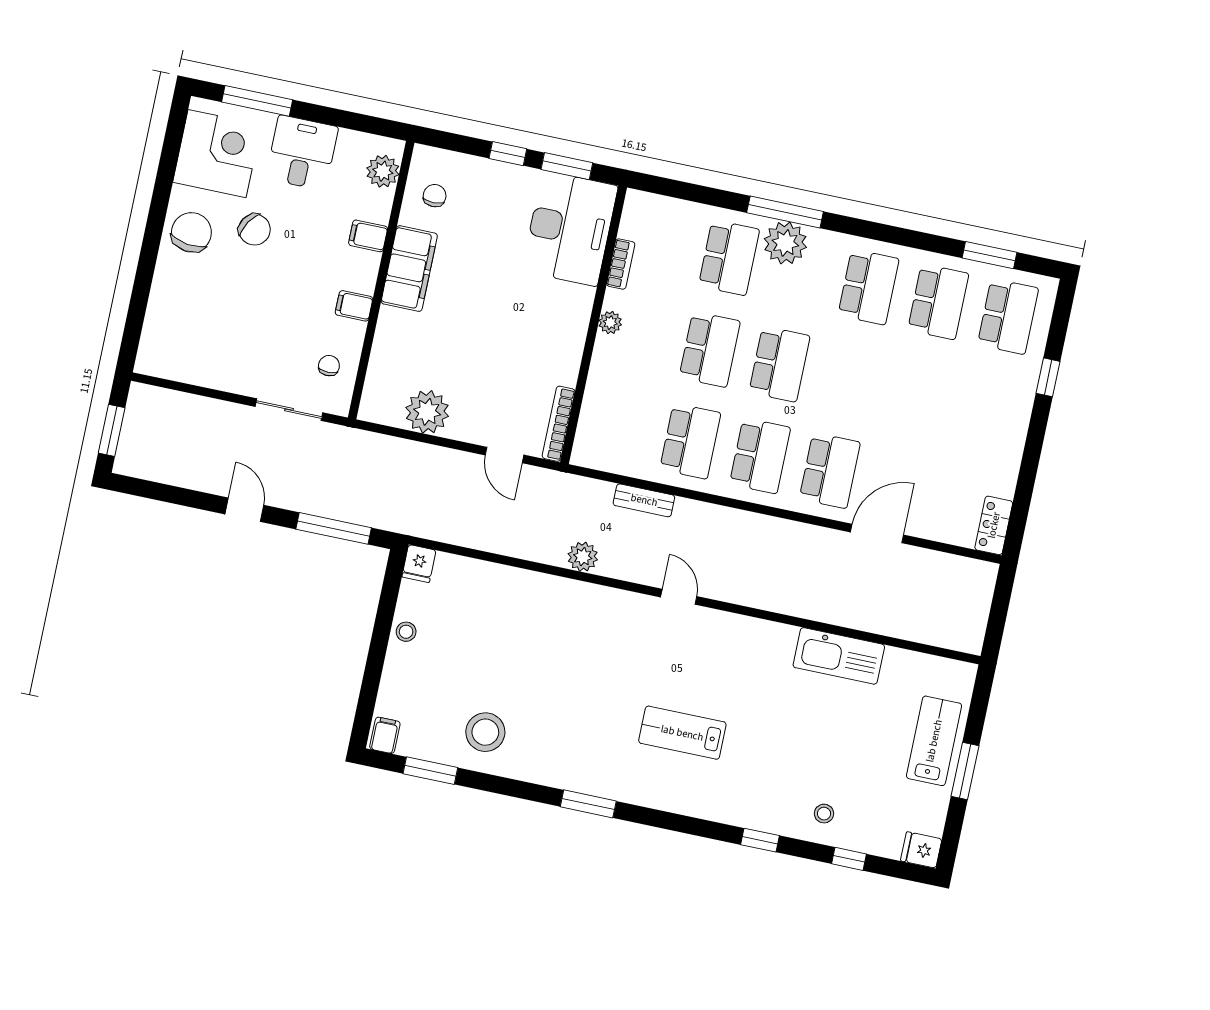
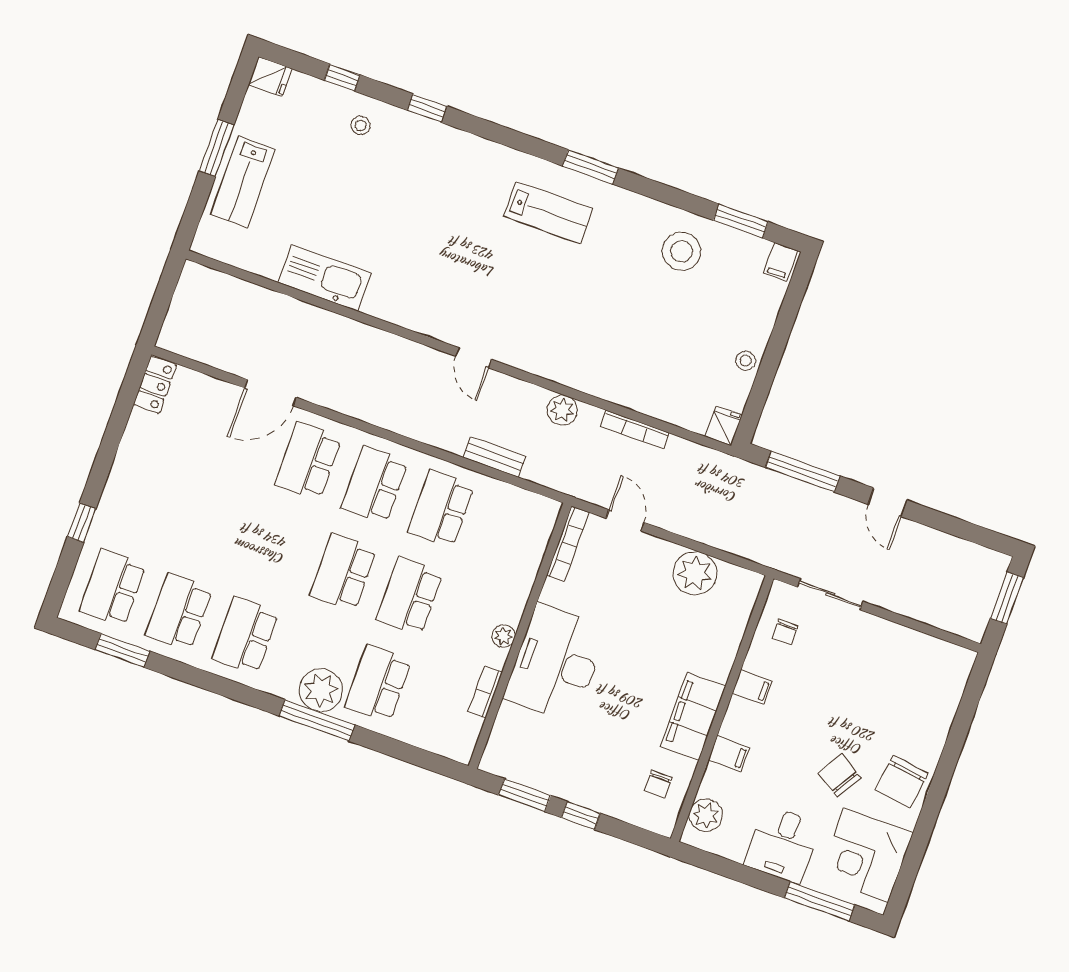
desk: (570, 228) -> (556, 663), moved
bookcase: (507, 547) -> (635, 429), added
lab bench: (682, 733) -> (548, 213), moved

